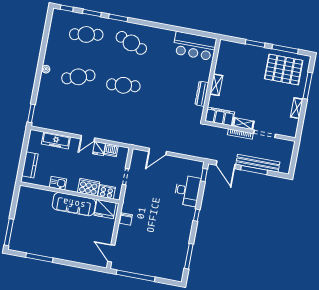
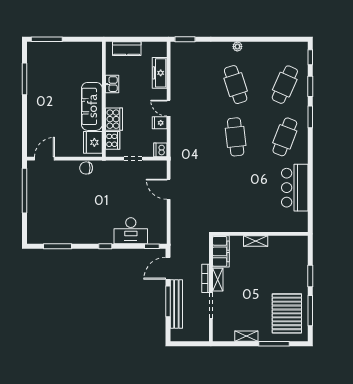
cafe table: (86, 34) -> (285, 85), turned 33
bar counter: (195, 46) -> (295, 188), moved
dresser: (202, 94) -> (243, 227), removed
dishwasher: (111, 150) -> (160, 150), moved

